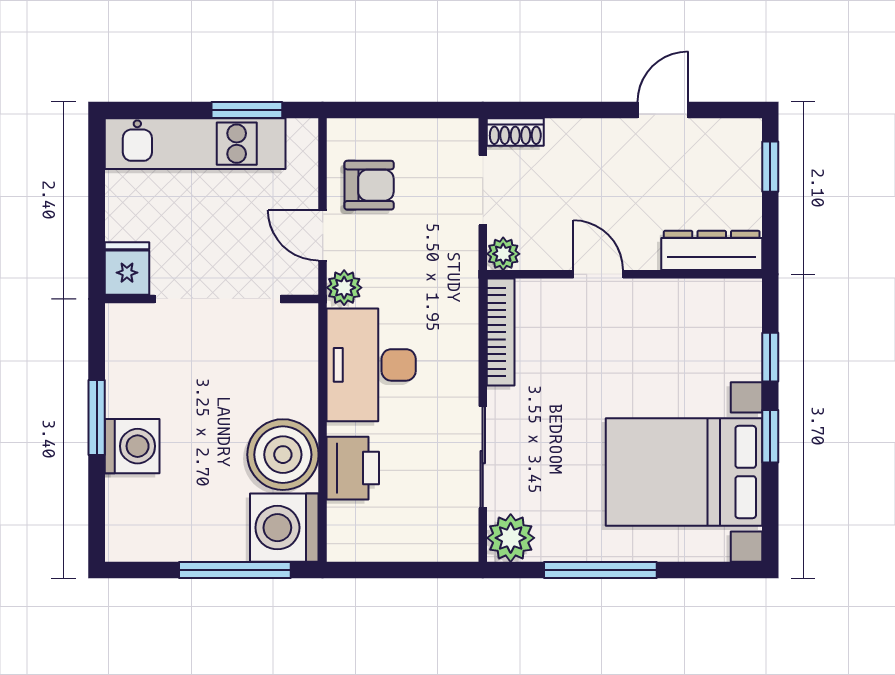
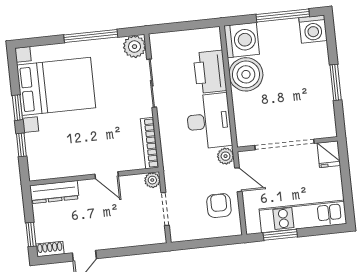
shoe rack: (515, 132) -> (50, 249), moved
armchair: (369, 185) -> (219, 206), turned 90
washing machine: (132, 446) -> (313, 29), moved, turned -90
printer: (353, 468) -> (210, 72), width x1.37, depth x1.19
window: (235, 570) -> (283, 15), moved

